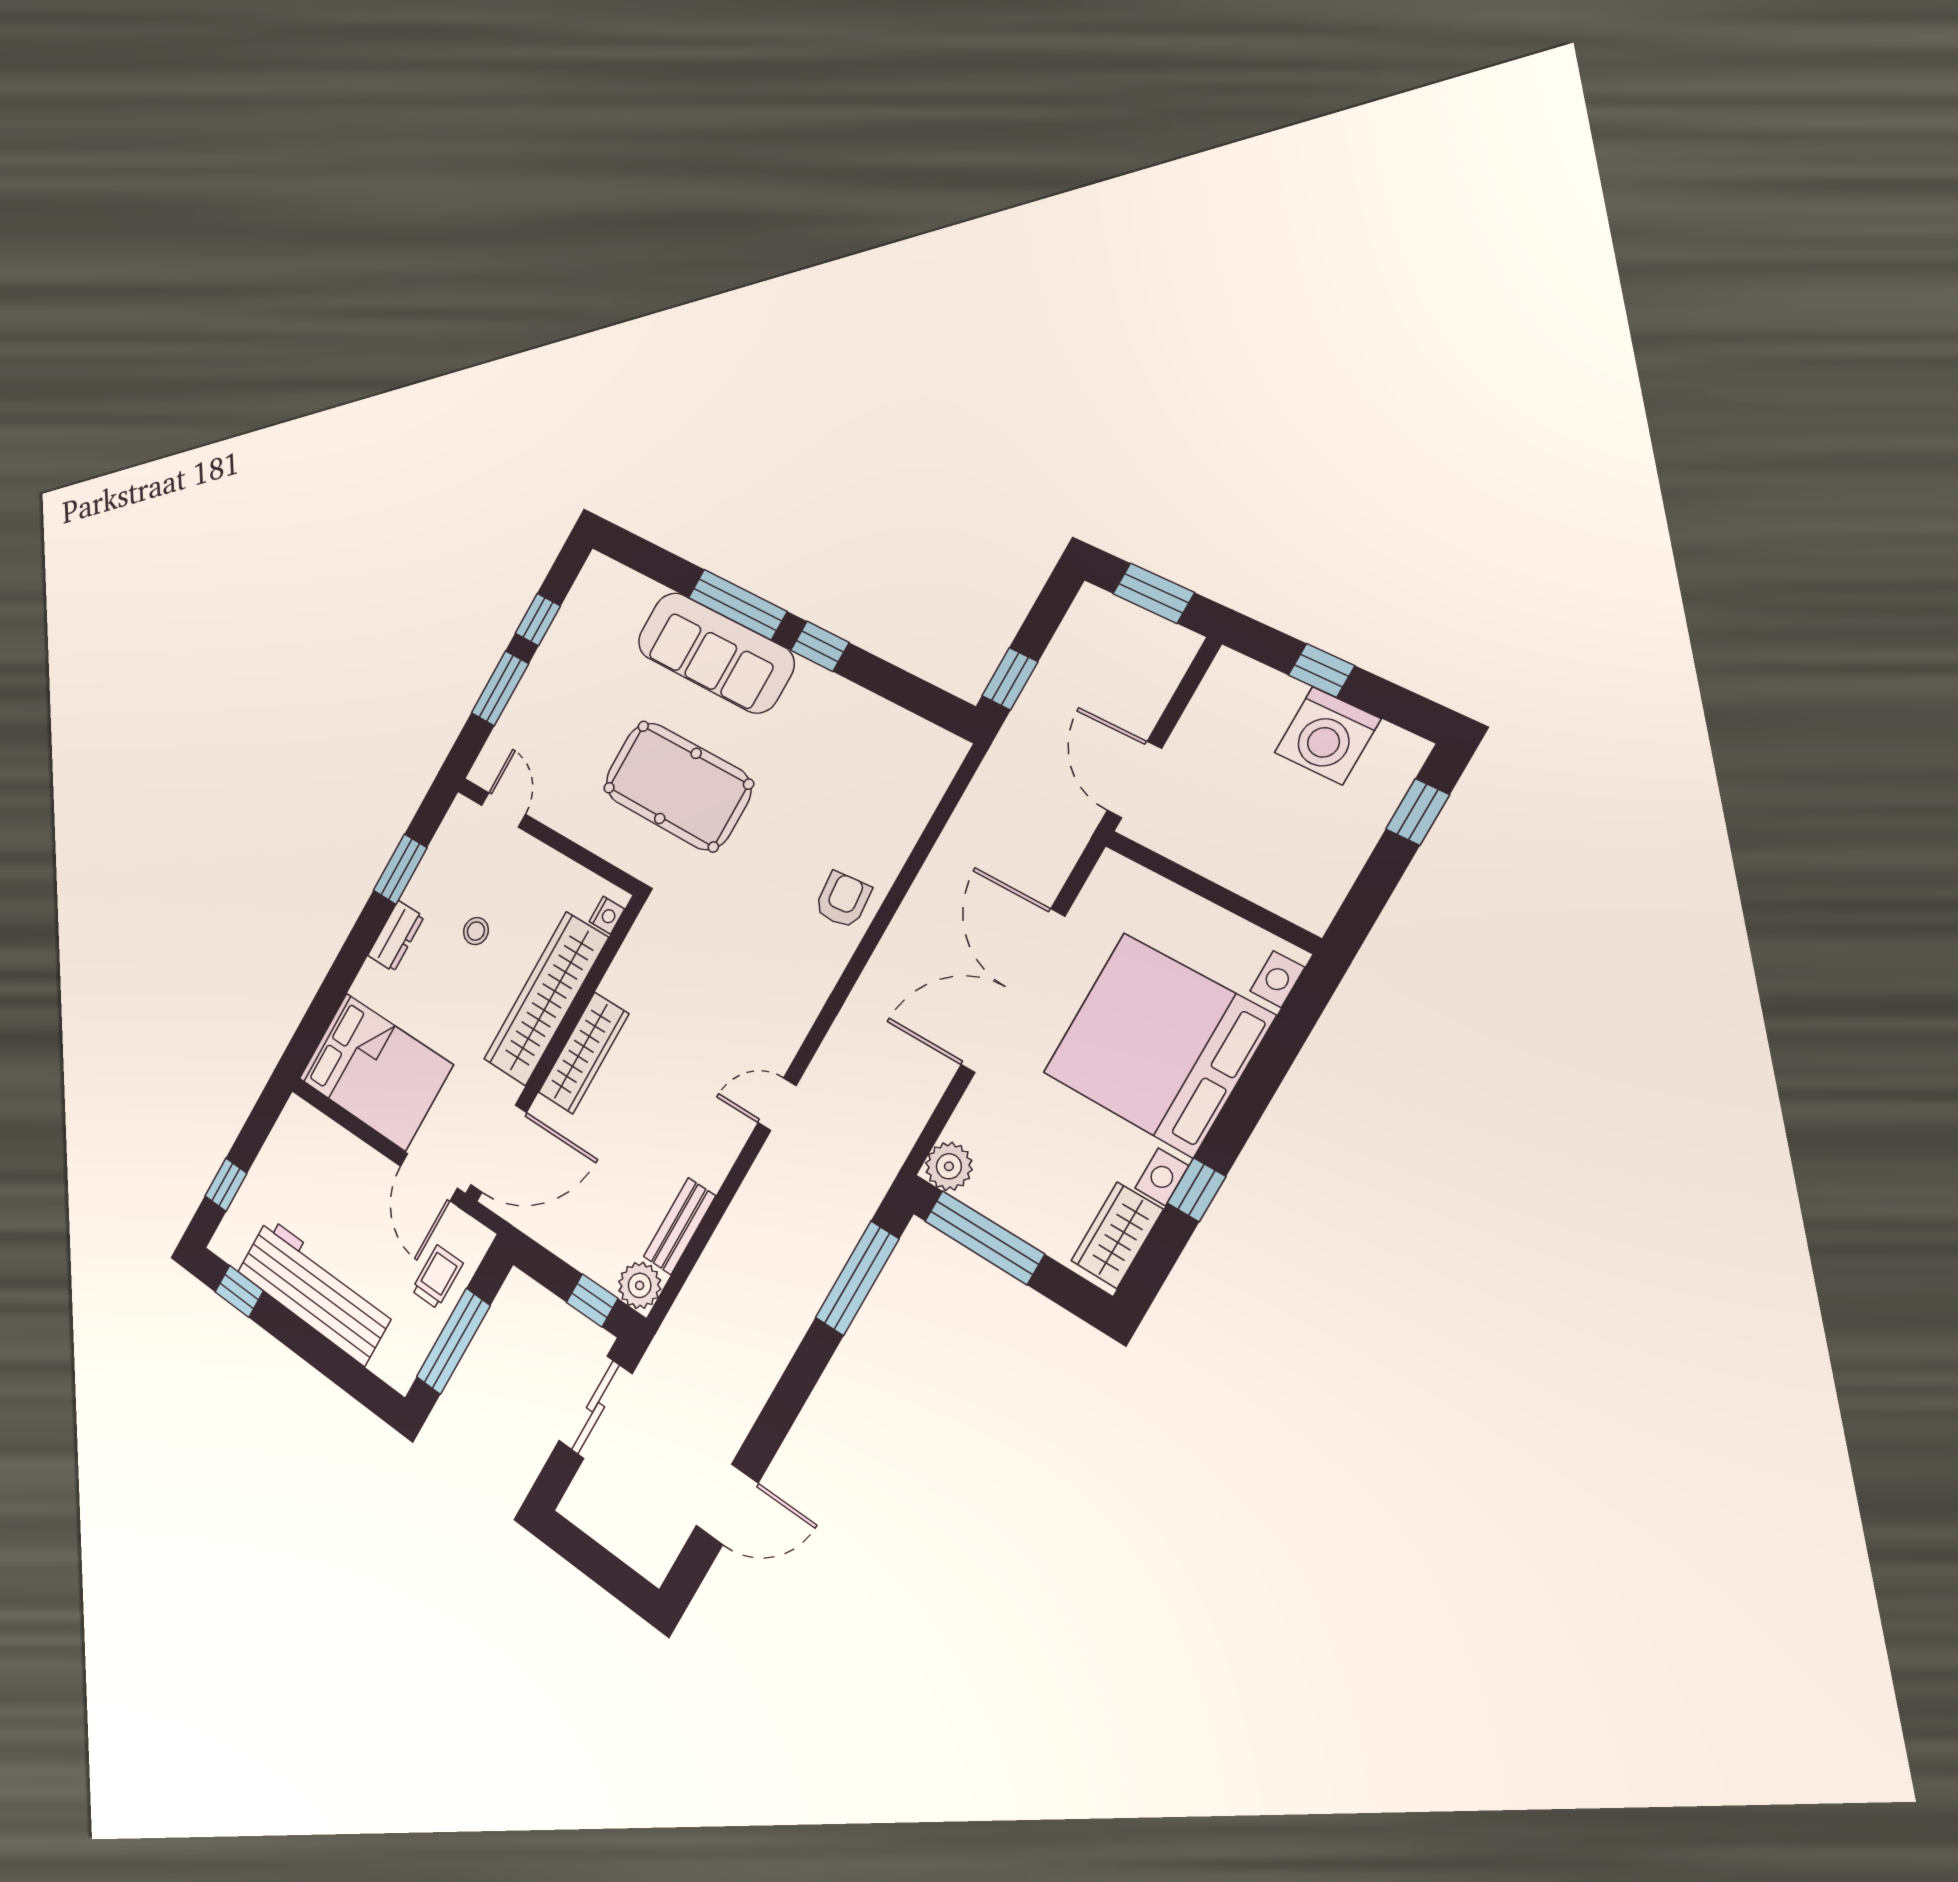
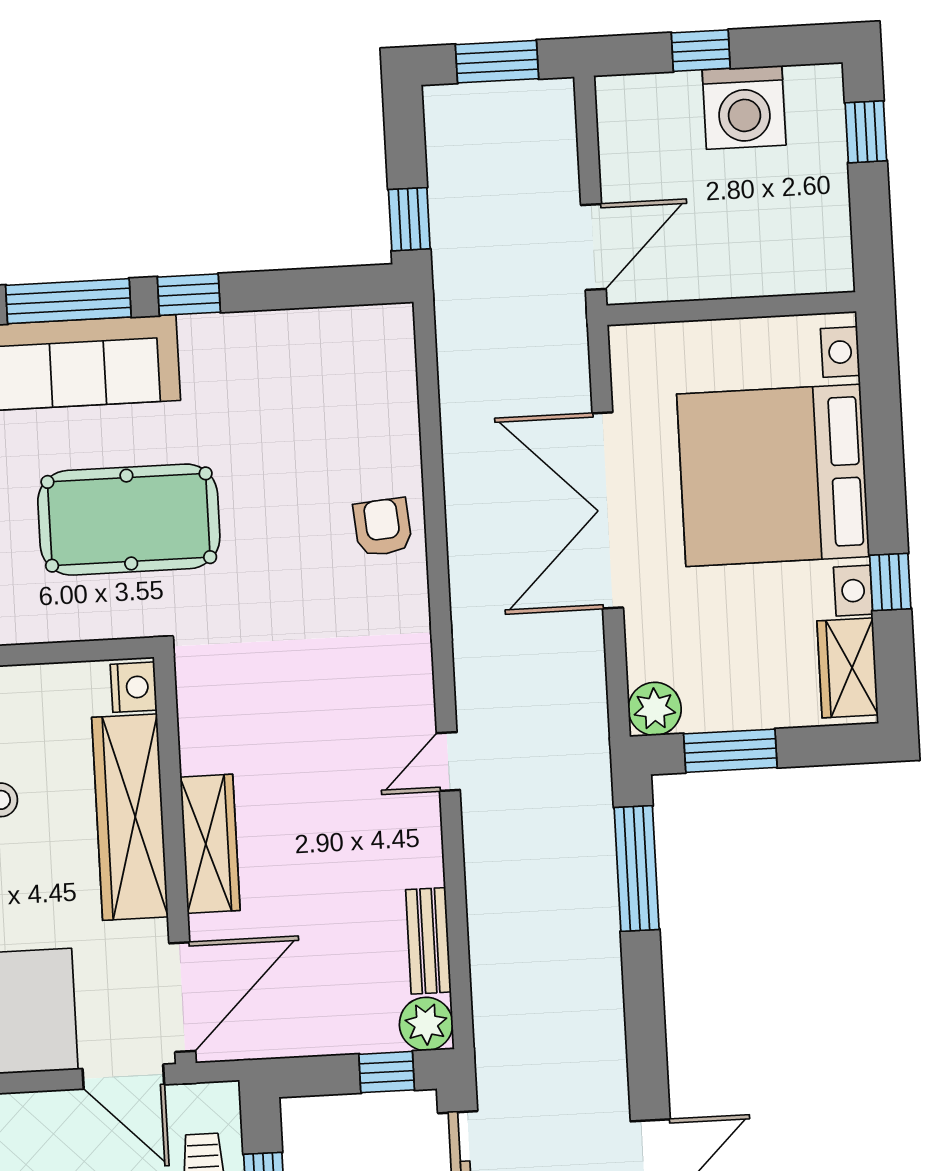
door: (1134, 779) -> (593, 247), swing flipped
nightstand: (607, 915) -> (134, 687), width x1.39, depth x1.35
window: (984, 1237) -> (730, 751), width x0.69

